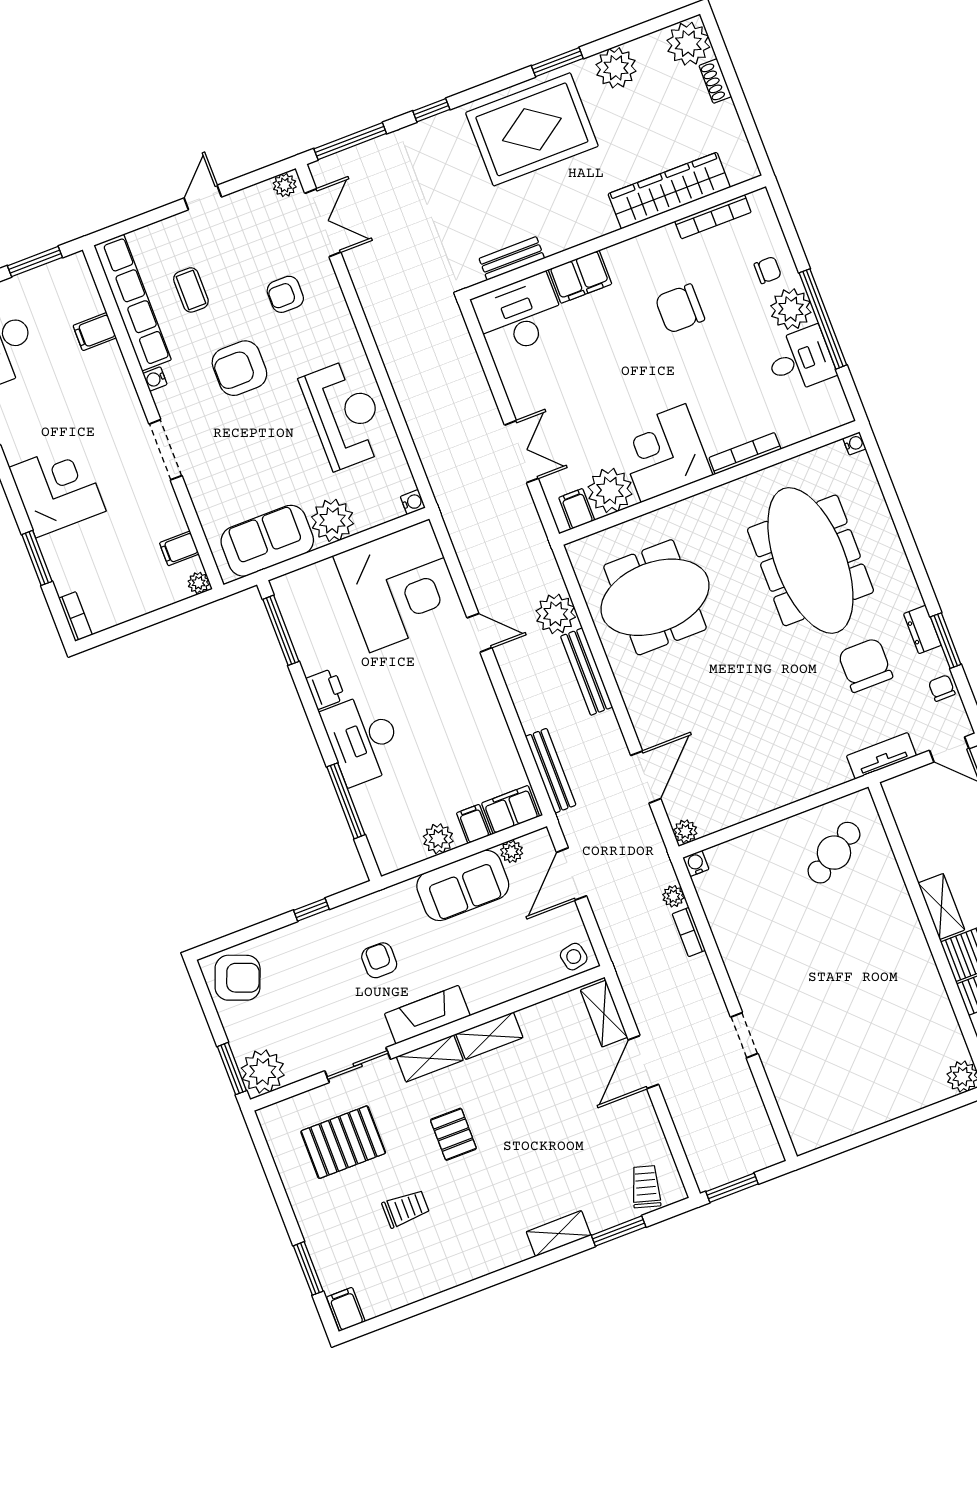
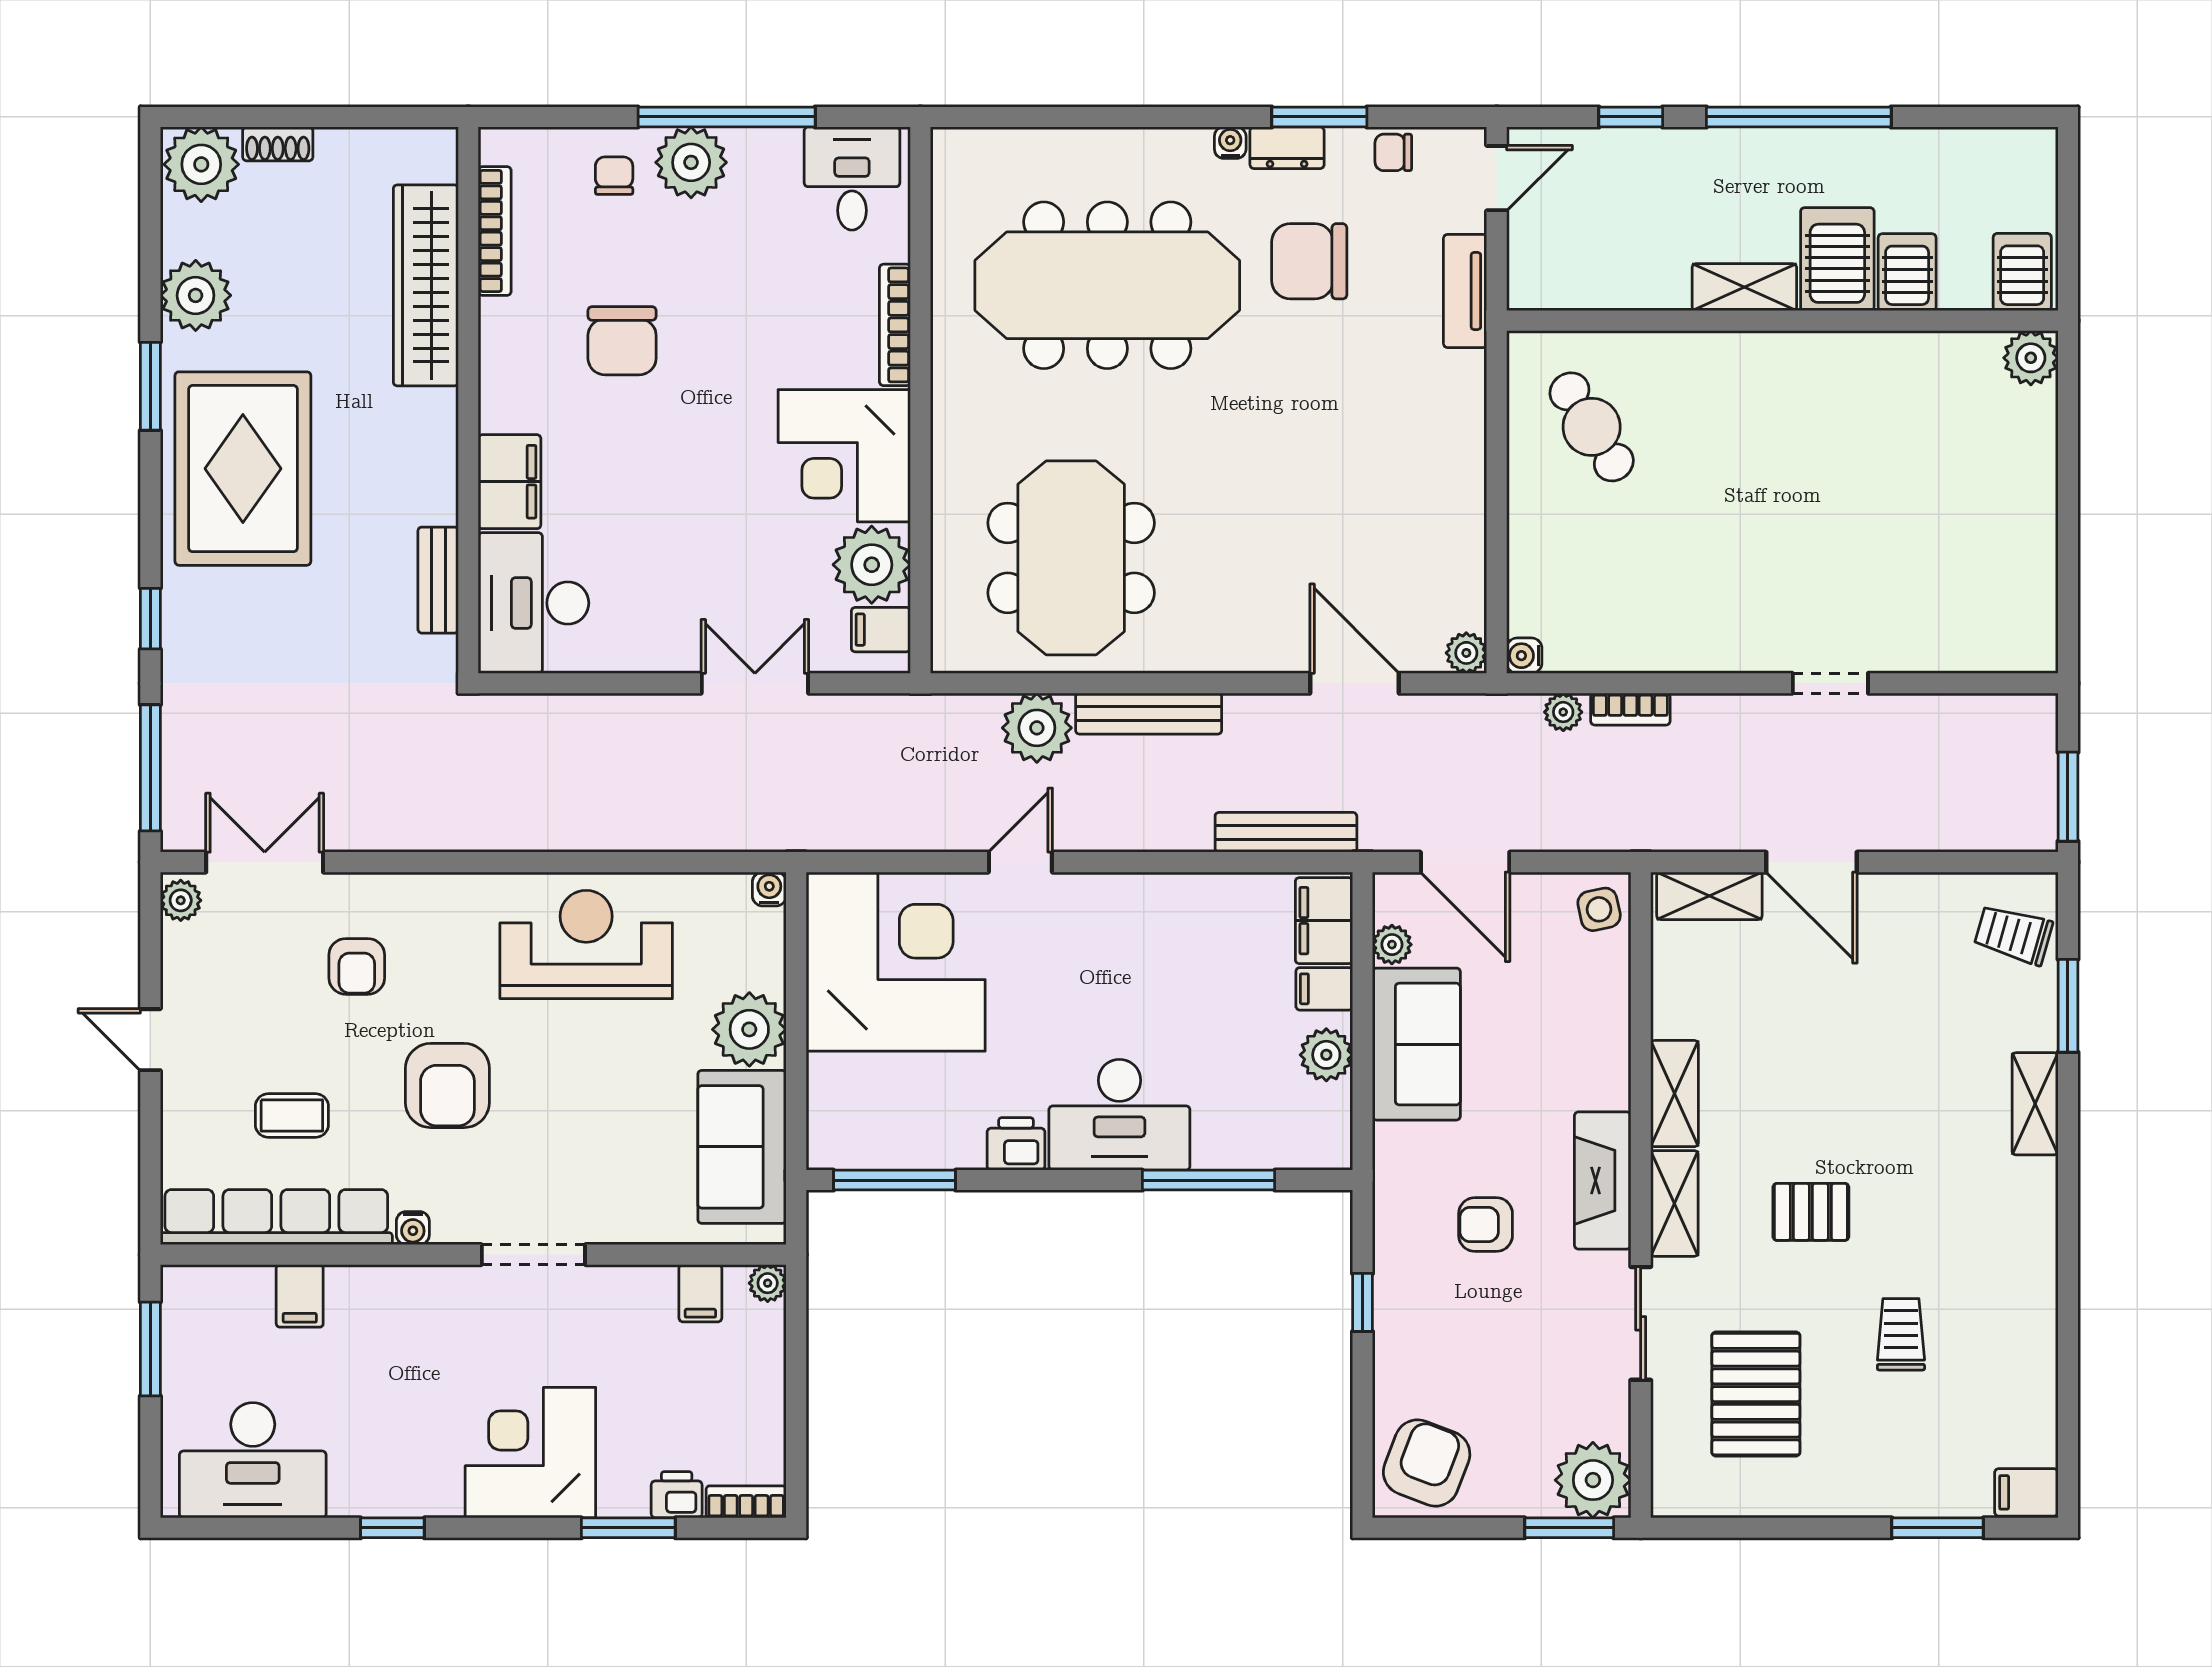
desk: (800, 360) -> (852, 178), moved
water cooler: (854, 443) -> (1230, 143), moved
printer: (65, 577) -> (677, 1495), added

